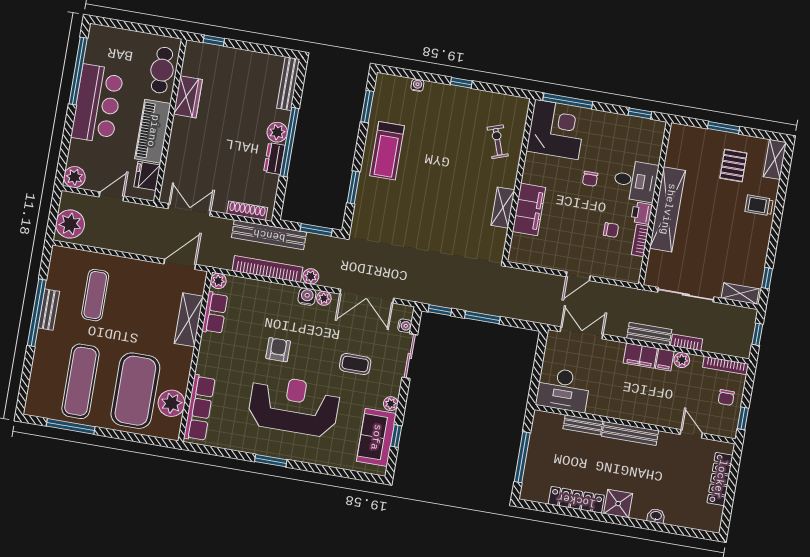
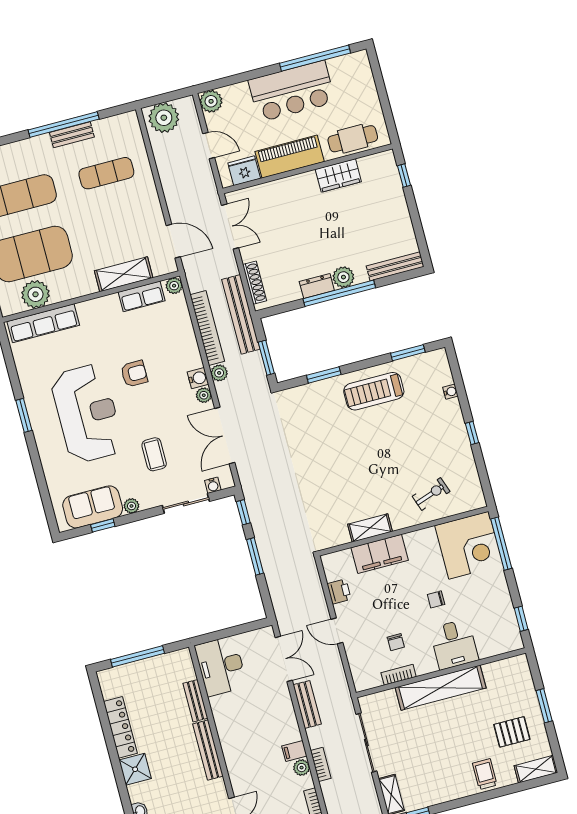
printer: (642, 213) -> (339, 592), moved, turned 90
bench: (649, 334) -> (307, 704), moved
filing cabinet: (640, 356) -> (288, 726), removed

